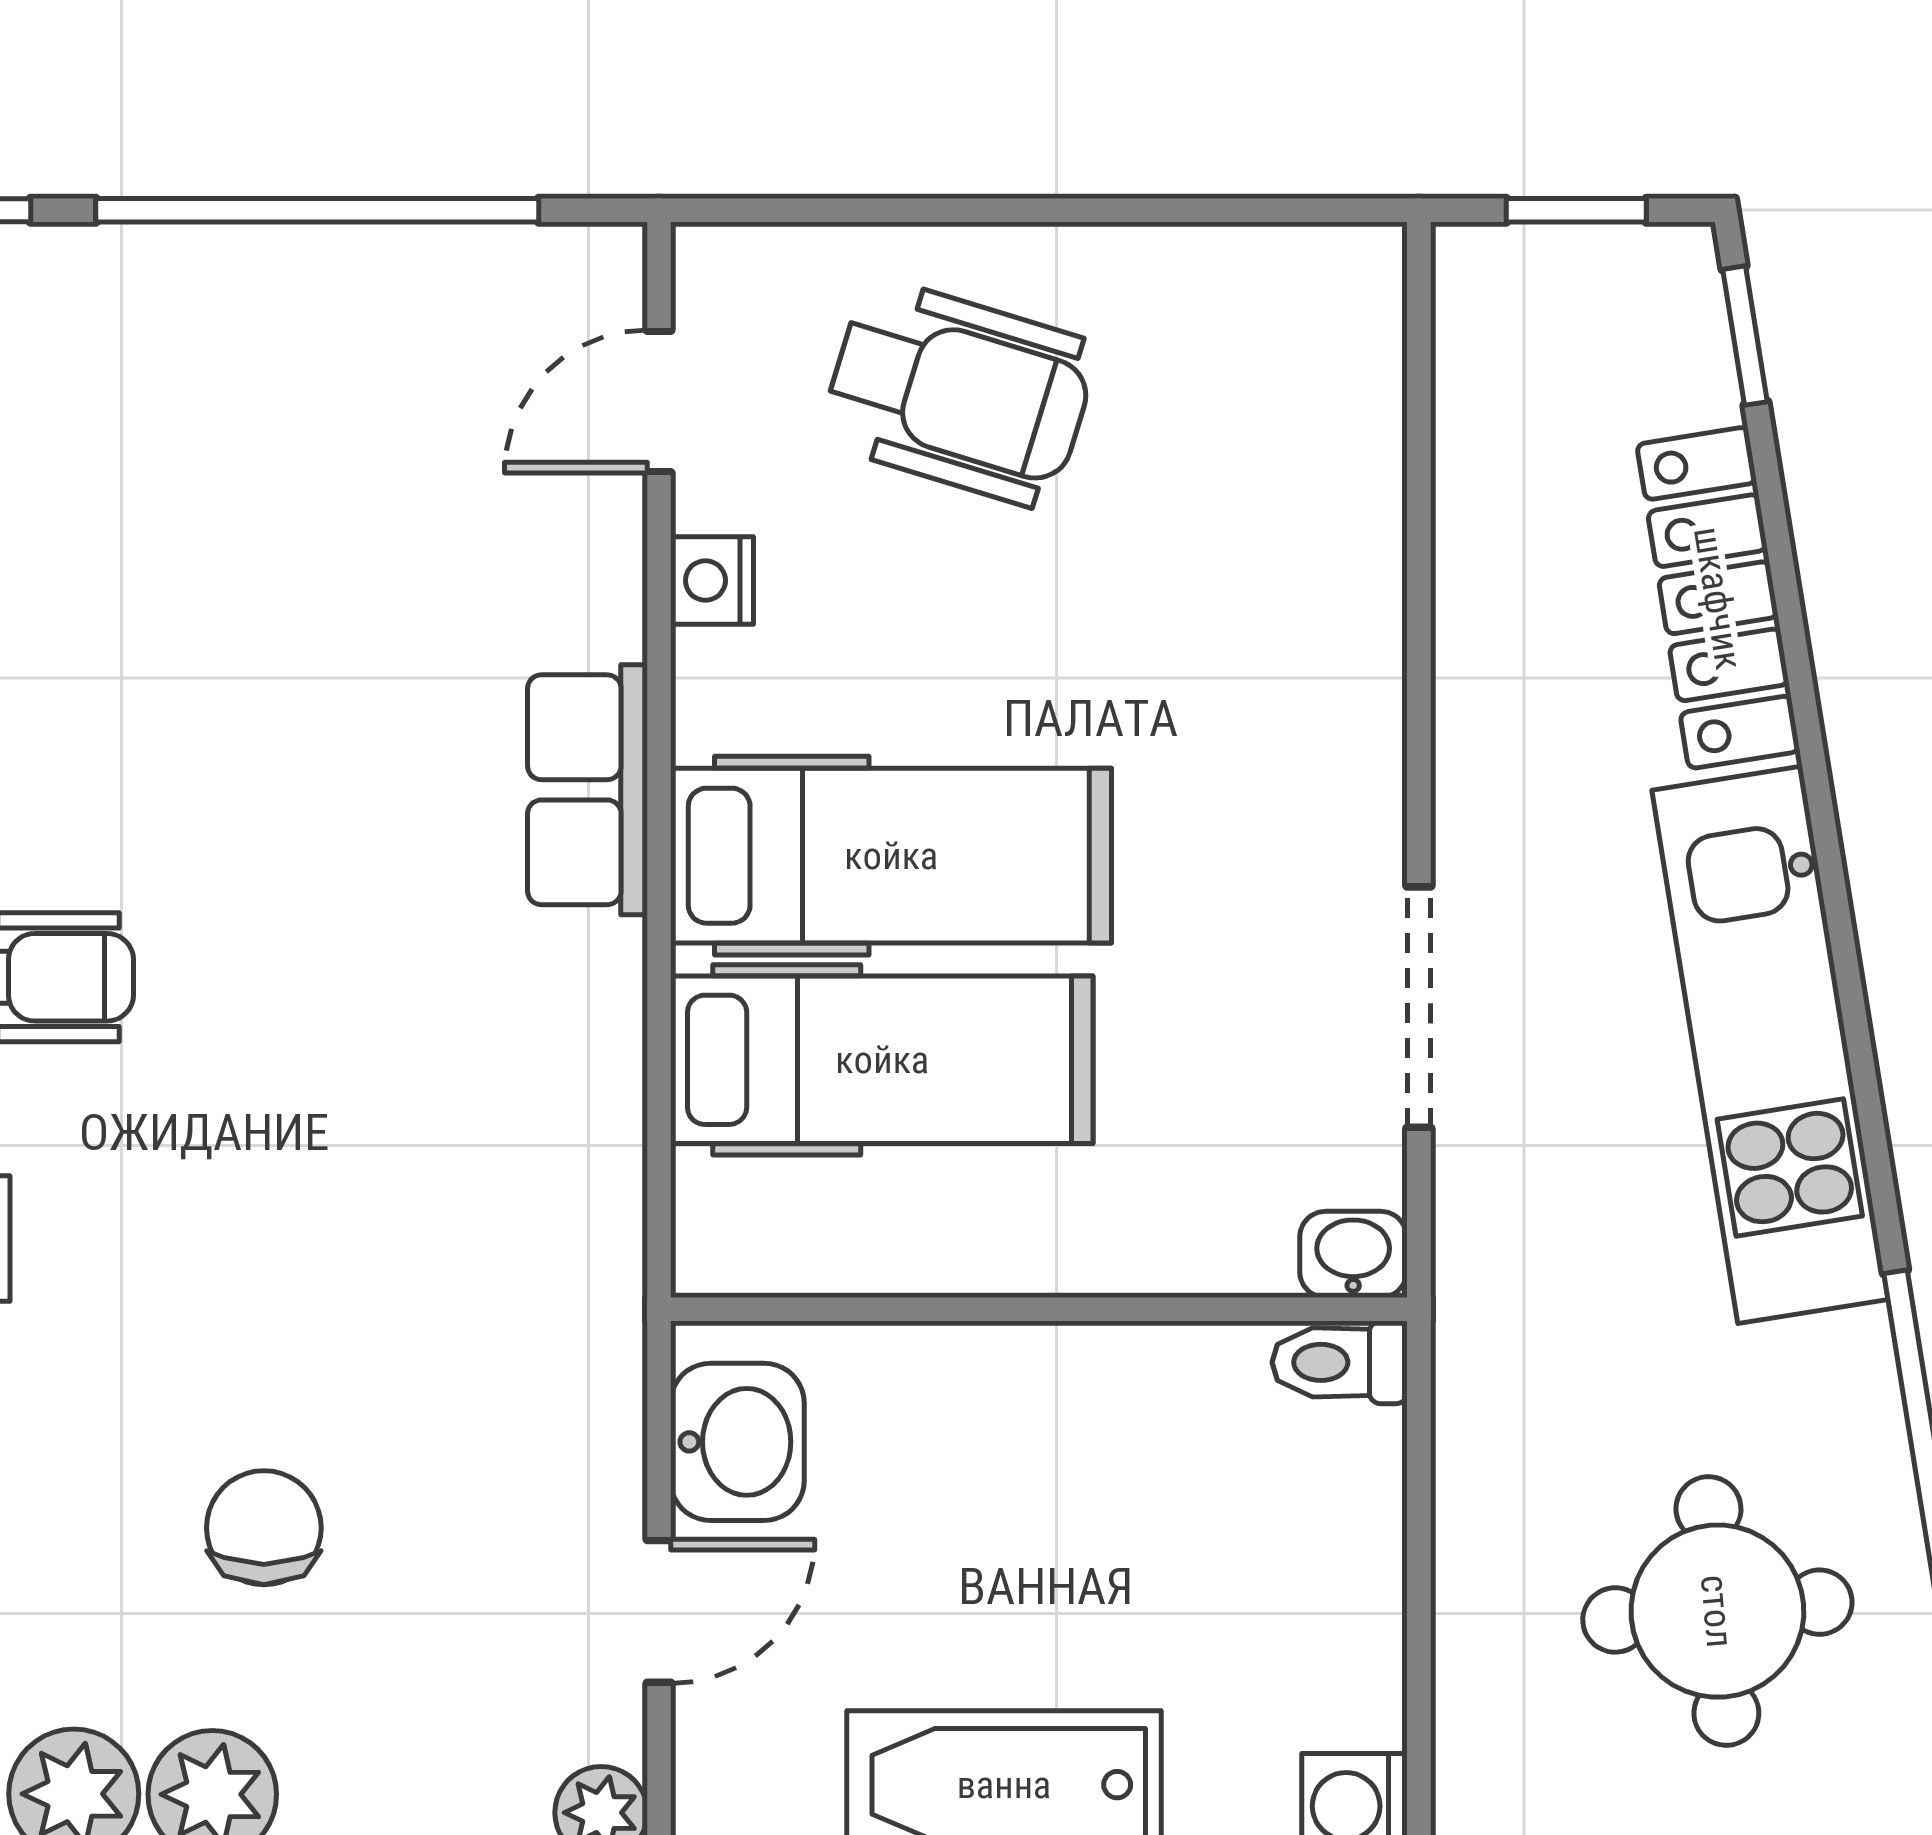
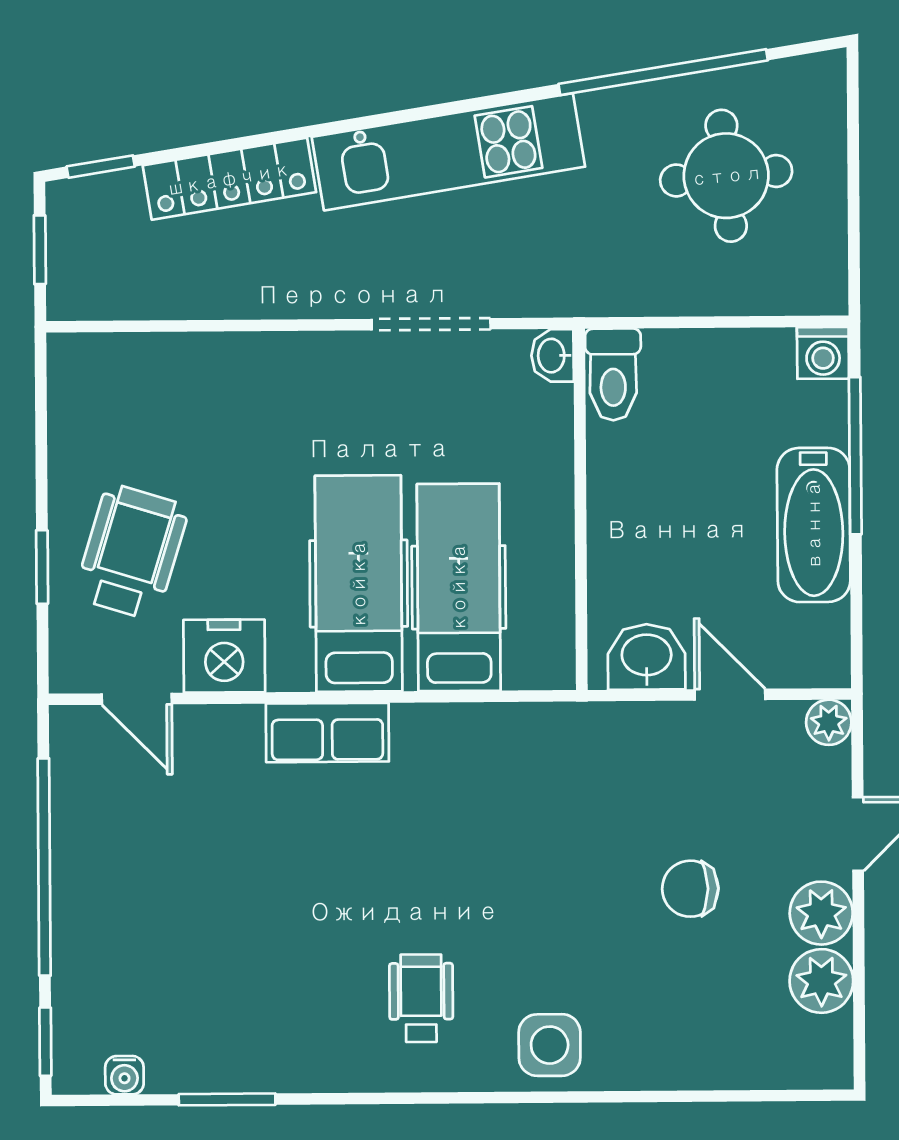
window: (929, 210) -> (42, 567), added
nightstand: (712, 580) -> (224, 656), width x1.89, depth x1.79
toilet: (1340, 1362) -> (613, 374), width x1.37, depth x1.39

